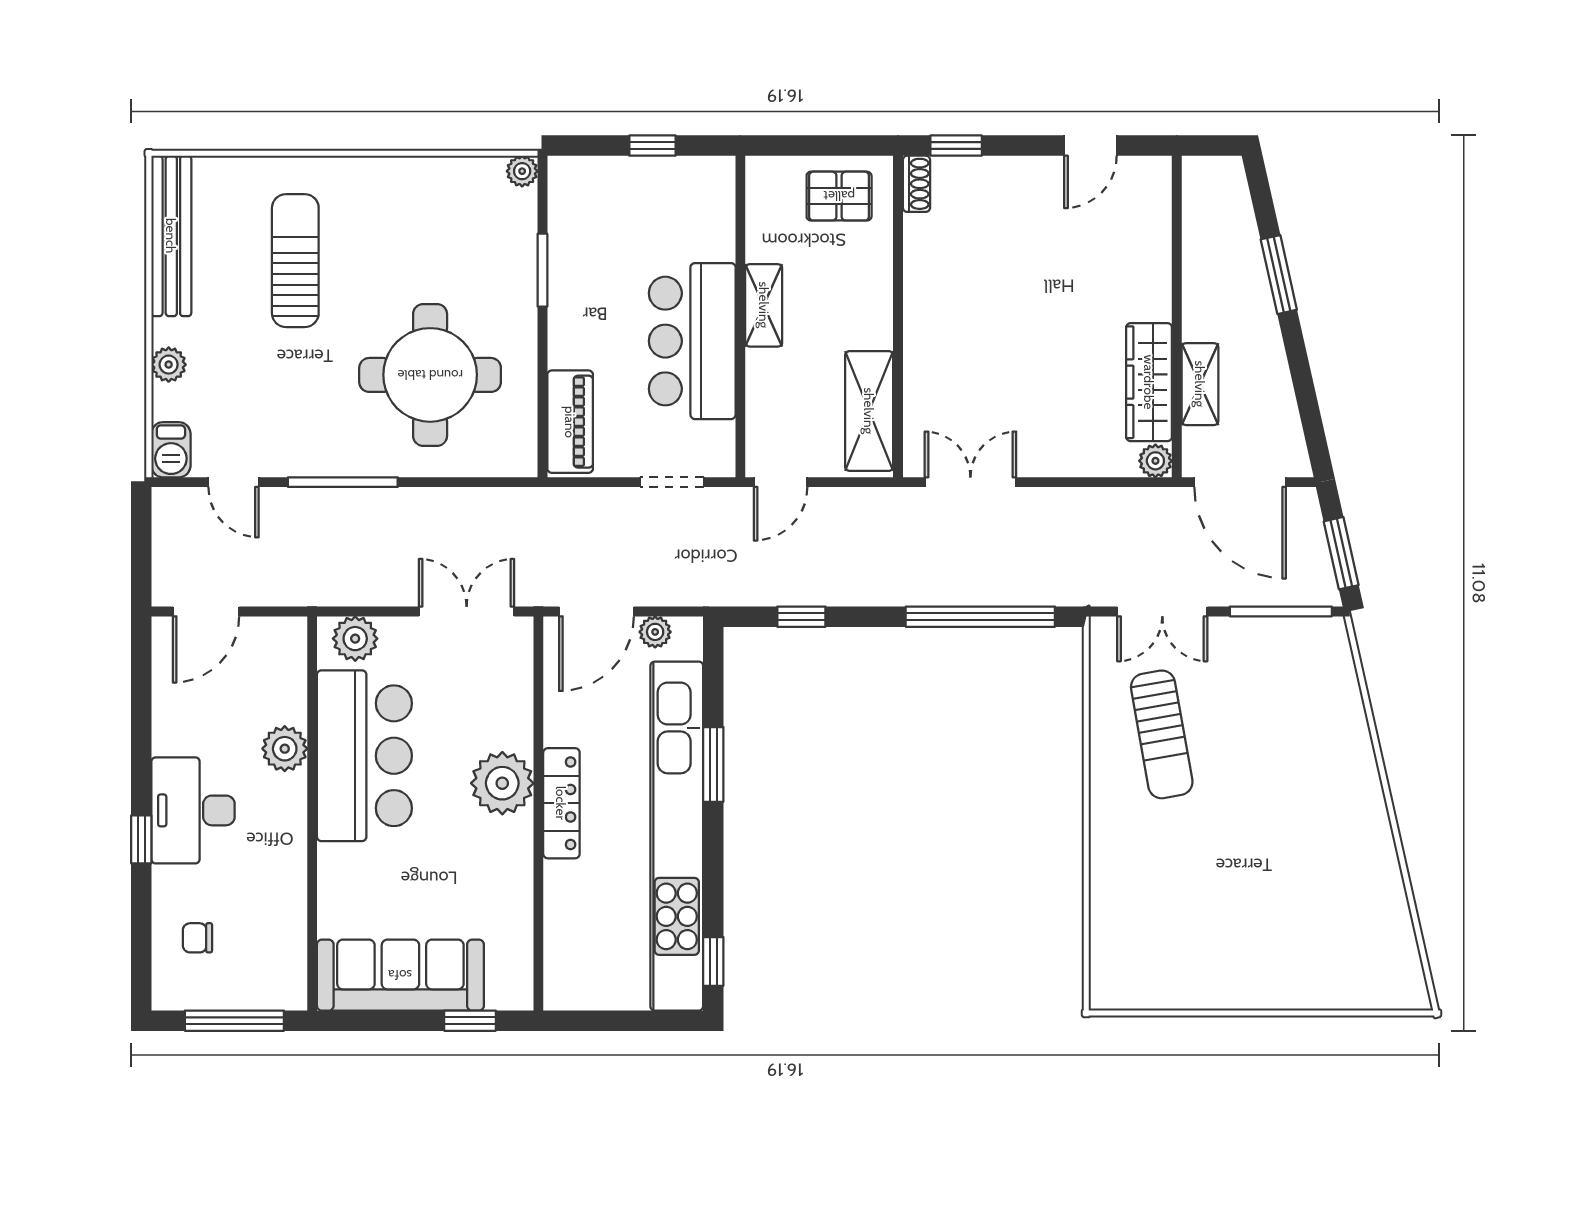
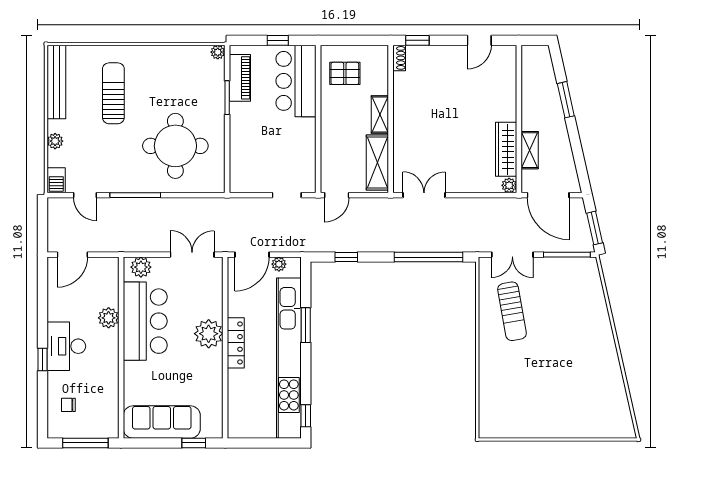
pallet: (839, 196) -> (345, 73), moved
shelving: (764, 305) -> (380, 115), moved
bar counter: (692, 341) -> (296, 81), moved
piano: (570, 422) -> (240, 78), moved

